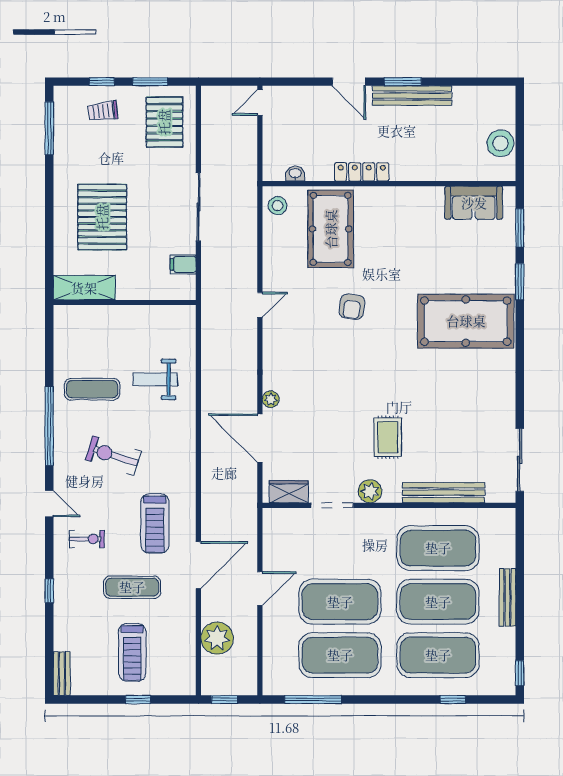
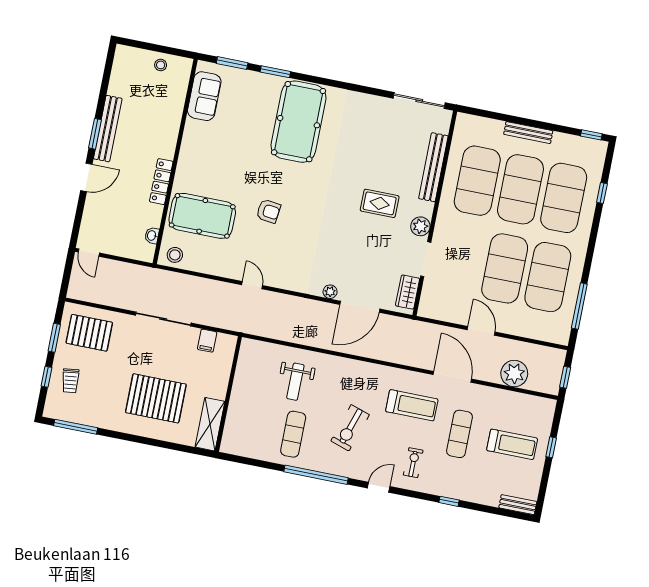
stool: (500, 143) -> (161, 65), width x0.53, depth x0.53

